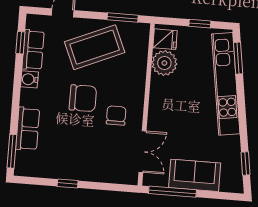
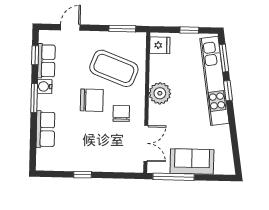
coffee table: (95, 47) -> (114, 68), moved, turned 44
plant: (164, 63) -> (160, 93), moved
window: (12, 151) -> (34, 98), moved
window: (245, 163) -> (228, 91), moved

